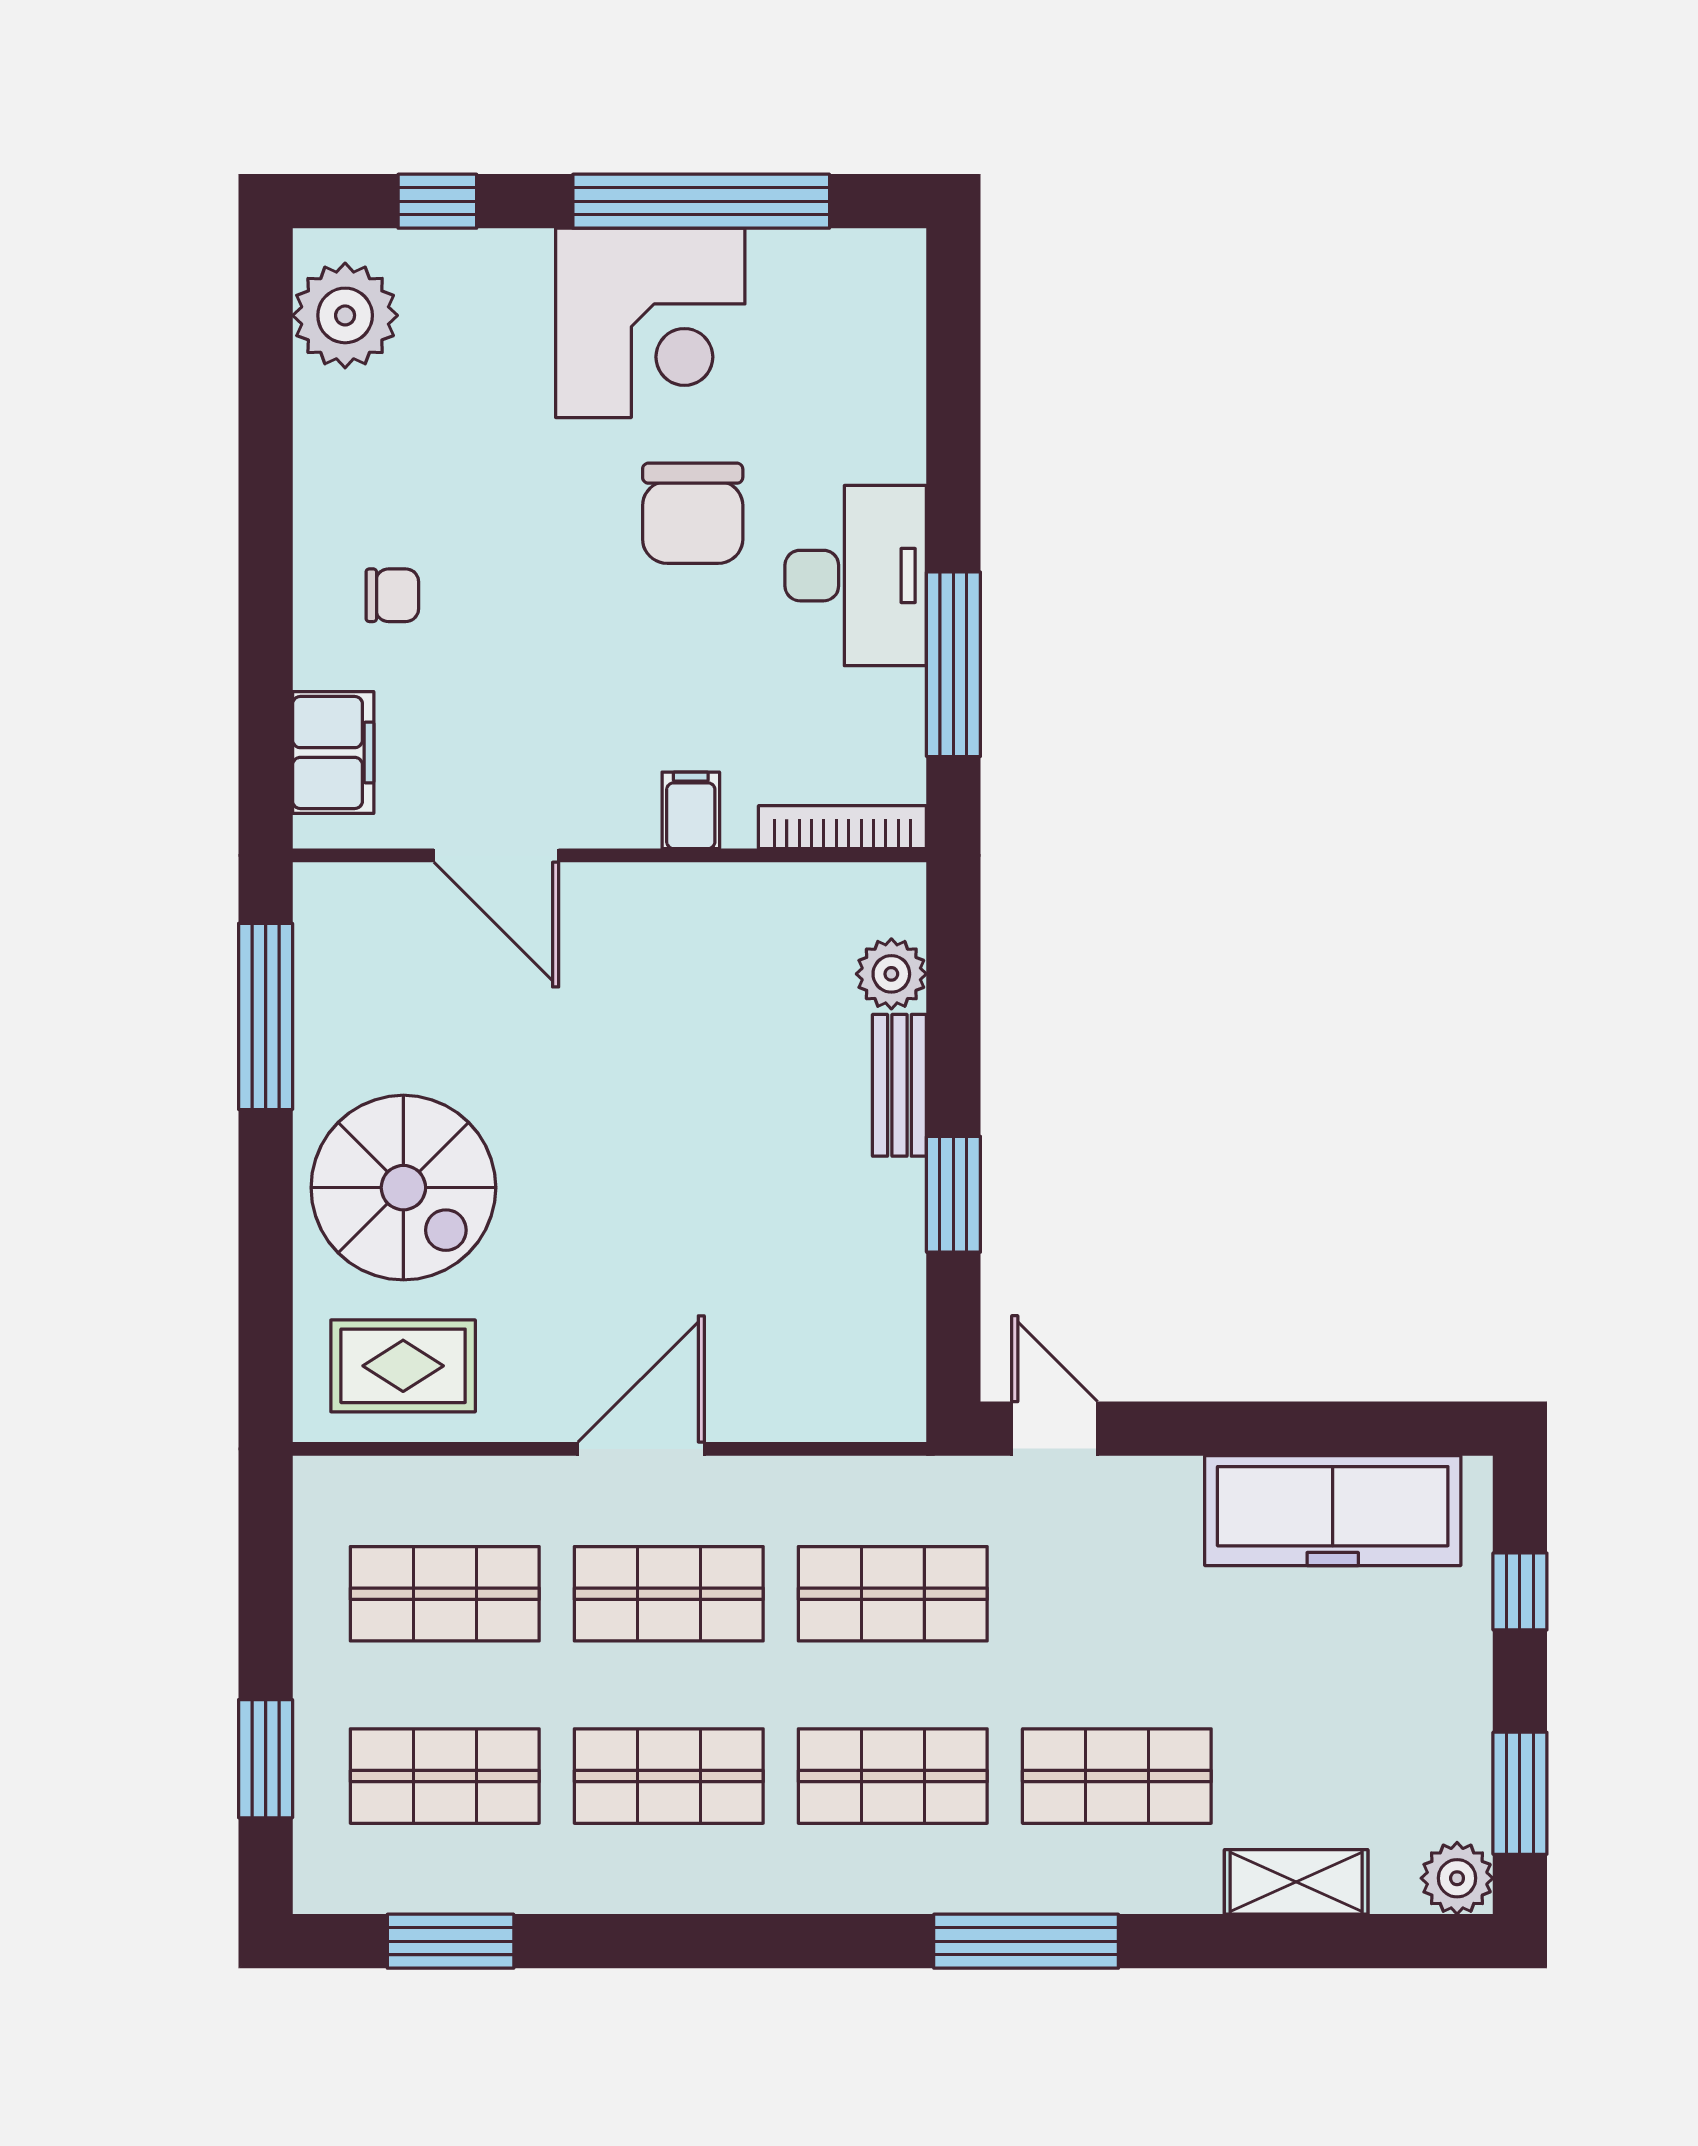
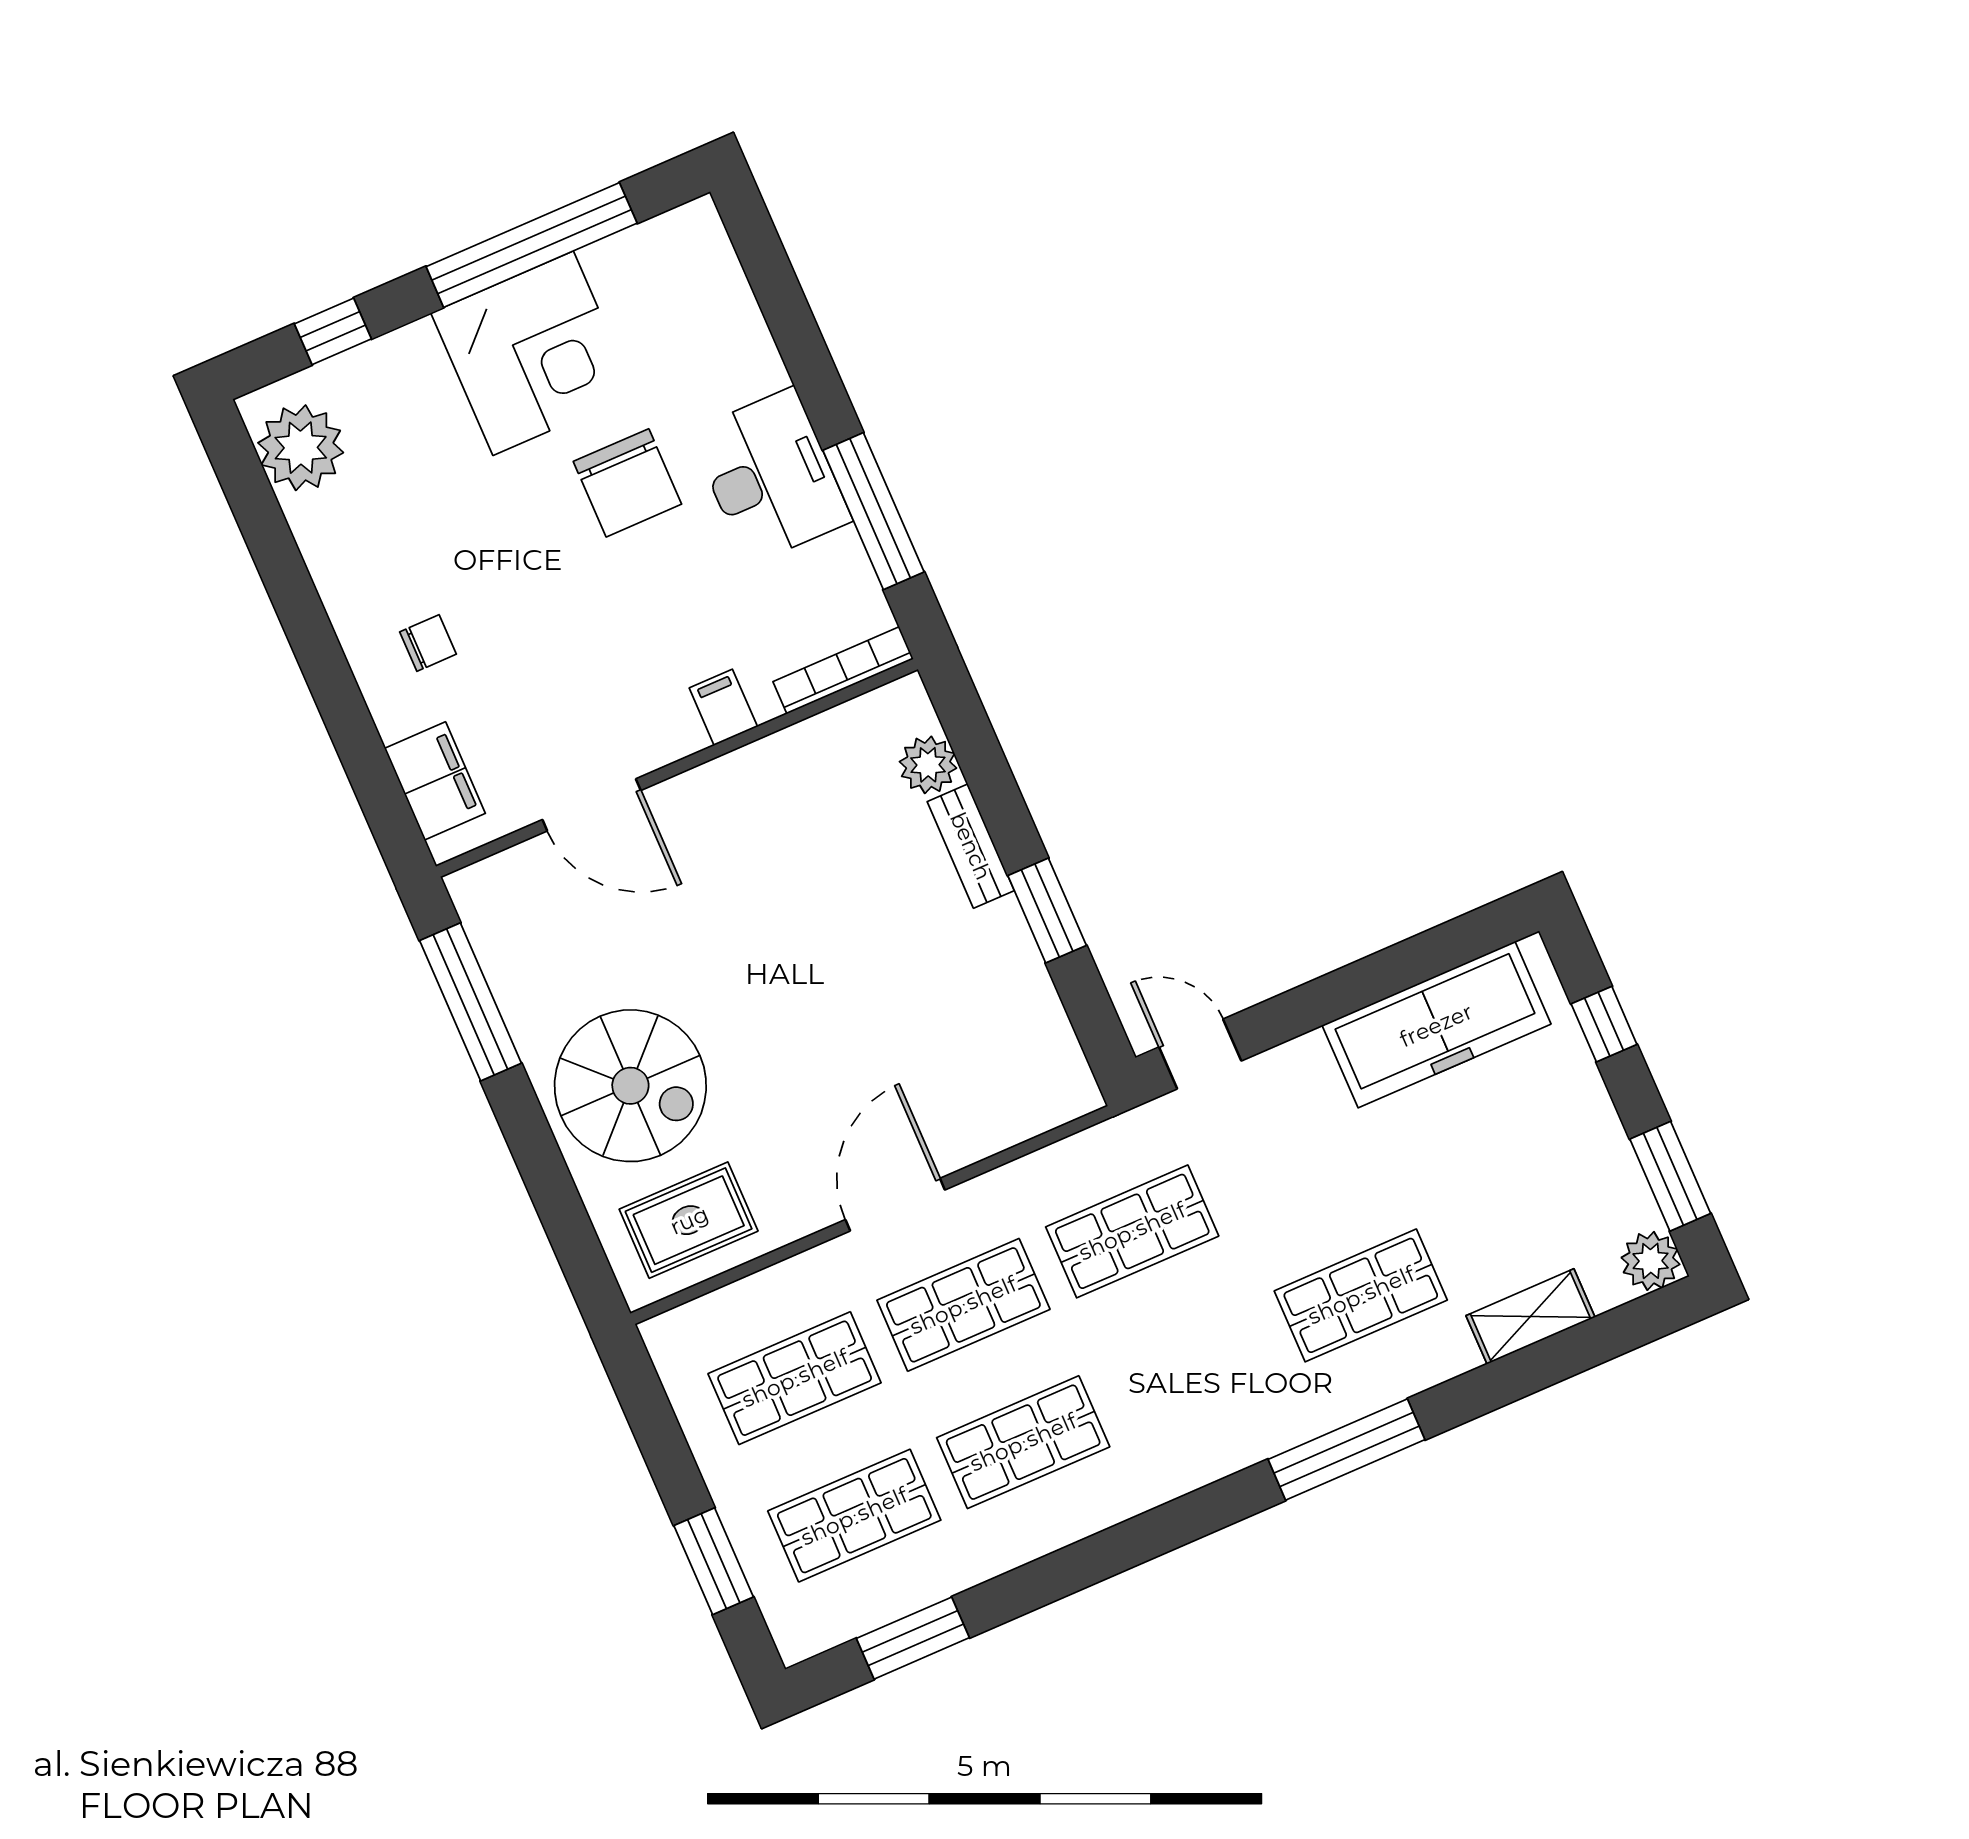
shop shelf: (893, 1776) -> (1192, 1369), removed

